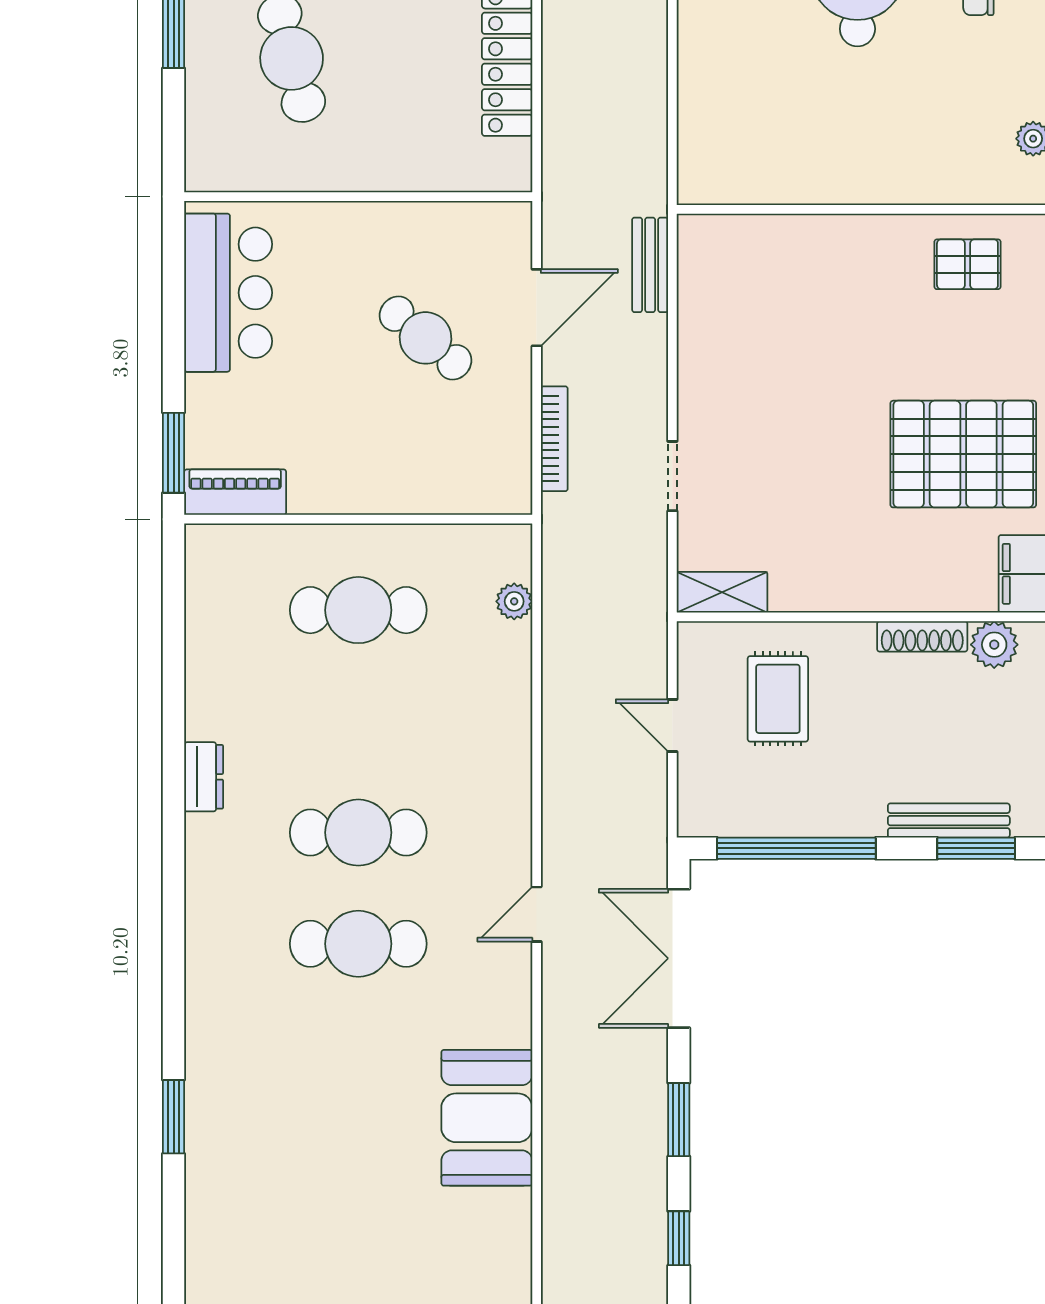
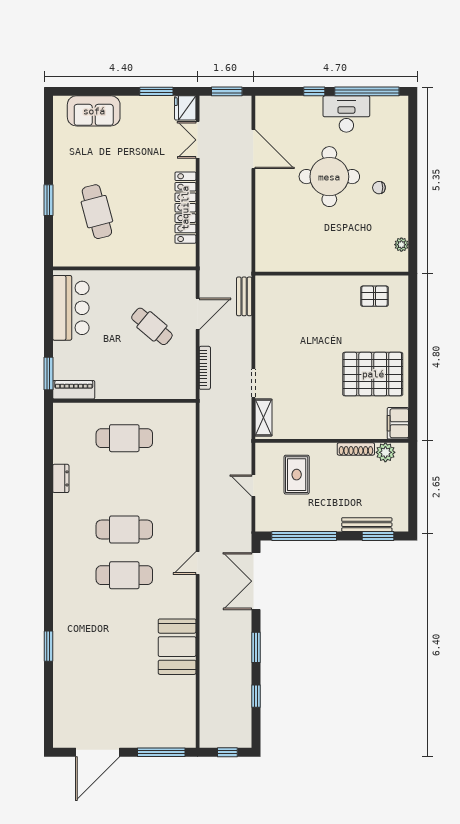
shelving: (722, 592) -> (263, 418), moved, turned 90
plant: (514, 601) -> (188, 435), removed
dresser: (204, 777) -> (61, 478), moved

